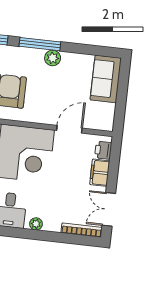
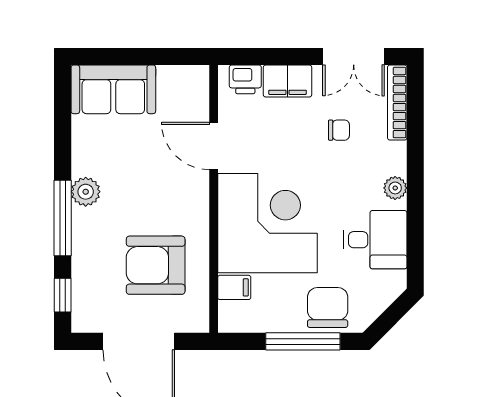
chair: (70, 197) -> (339, 130), added

